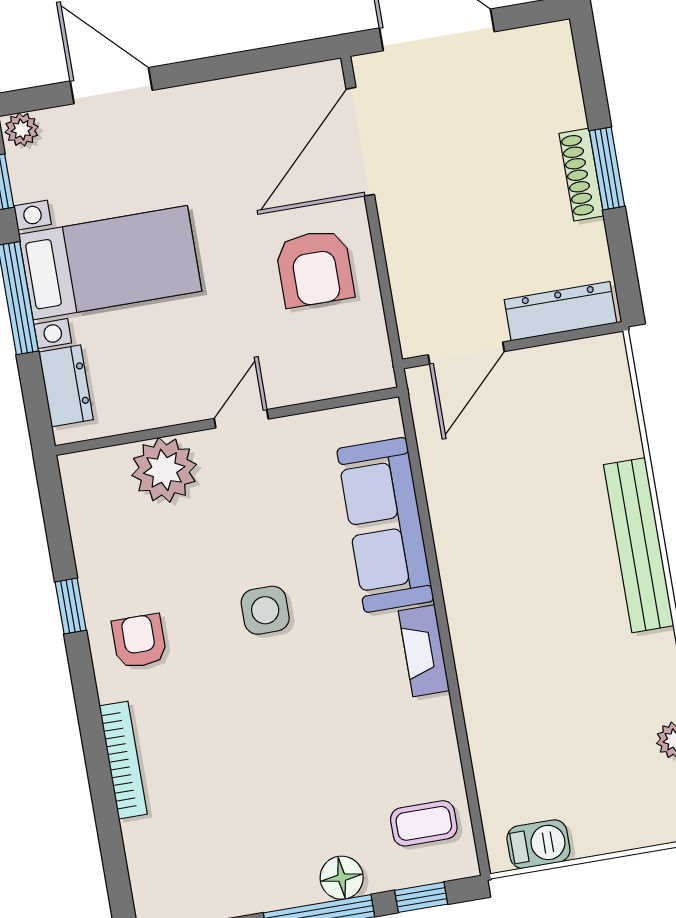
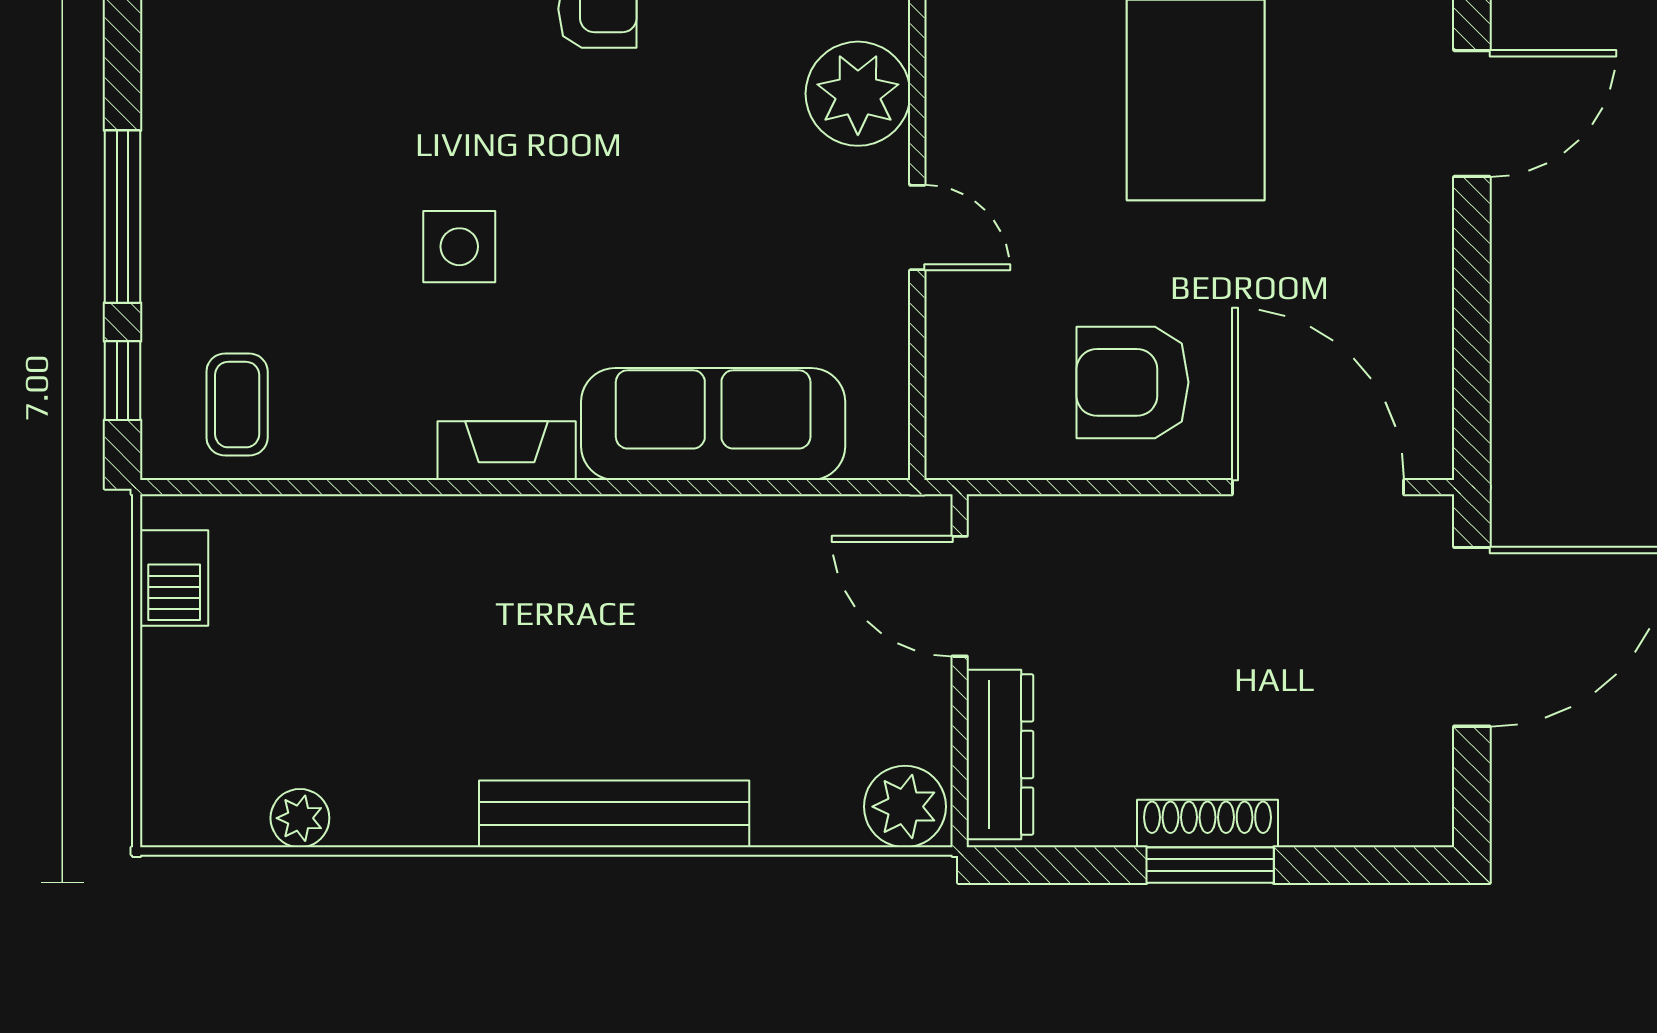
plant: (603, 365) -> (905, 807), added
side table: (265, 610) -> (459, 247), moved
floor lamp: (342, 878) -> (174, 262), removed

